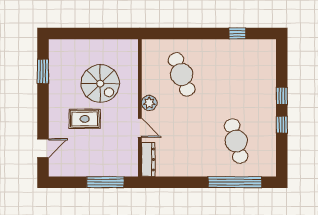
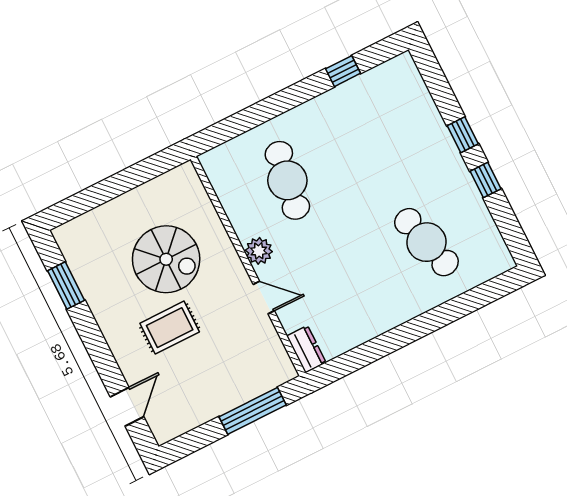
cafe table: (182, 75) -> (287, 180), turned 30
dresser: (148, 159) -> (306, 349), width x0.70
window: (235, 182) -> (457, 308), removed

